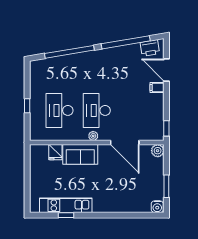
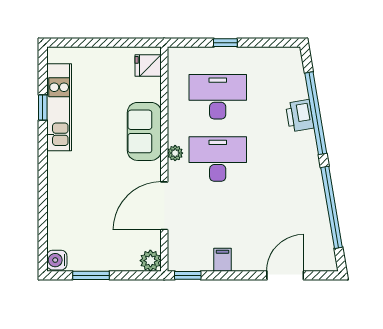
printer: (150, 48) -> (300, 116), moved
filing cabinet: (157, 87) -> (222, 260), moved
fridge: (55, 152) -> (148, 65), moved

